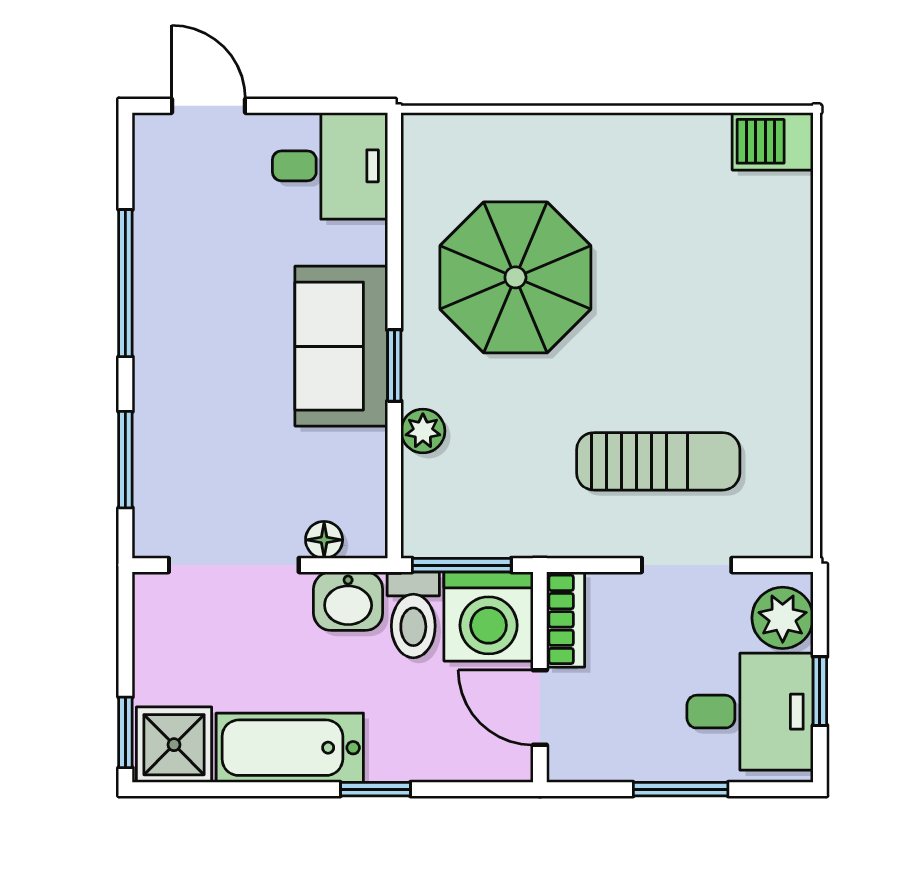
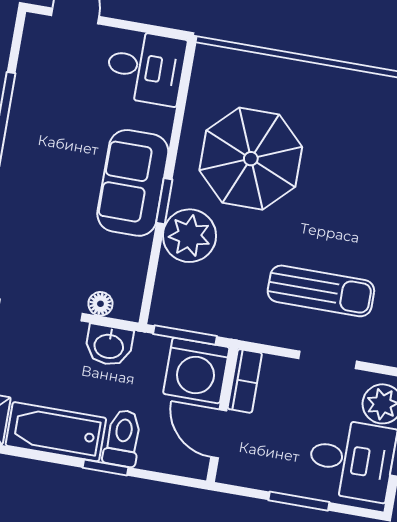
plant: (423, 431) -> (189, 236), width x1.87, depth x1.87
toilet: (413, 615) -> (123, 438), moved, turned 180

